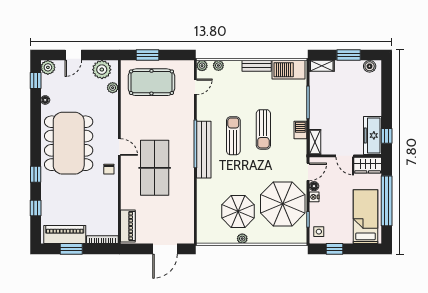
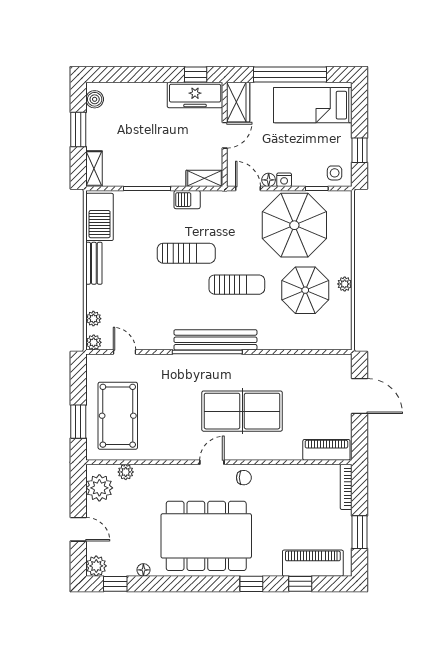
sun lounger: (233, 136) -> (237, 285), moved, turned 180
piano: (65, 235) -> (313, 563), moved, turned 90

